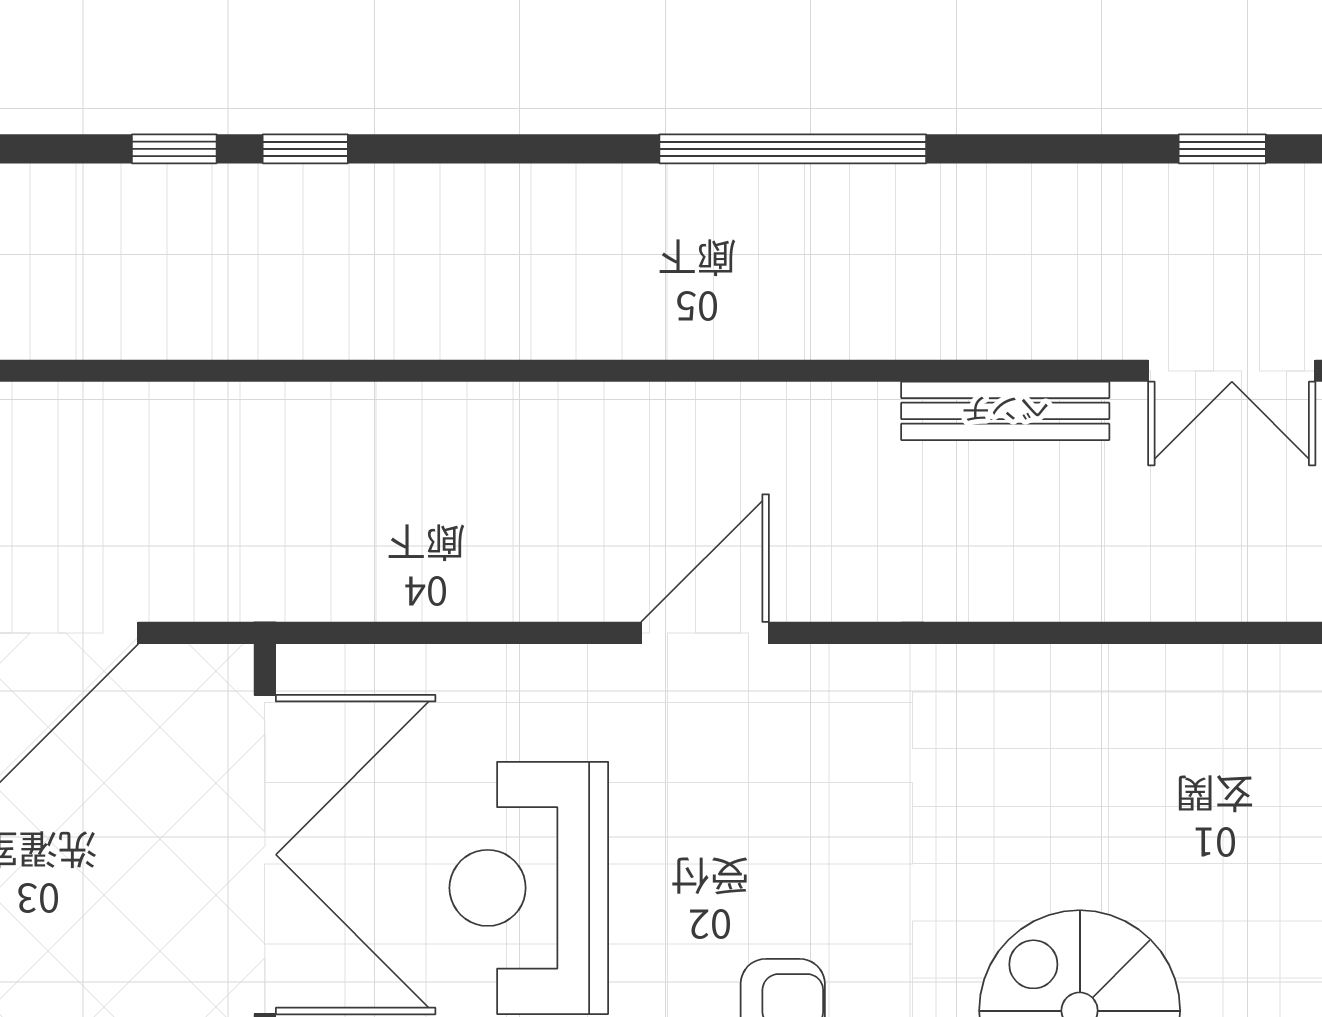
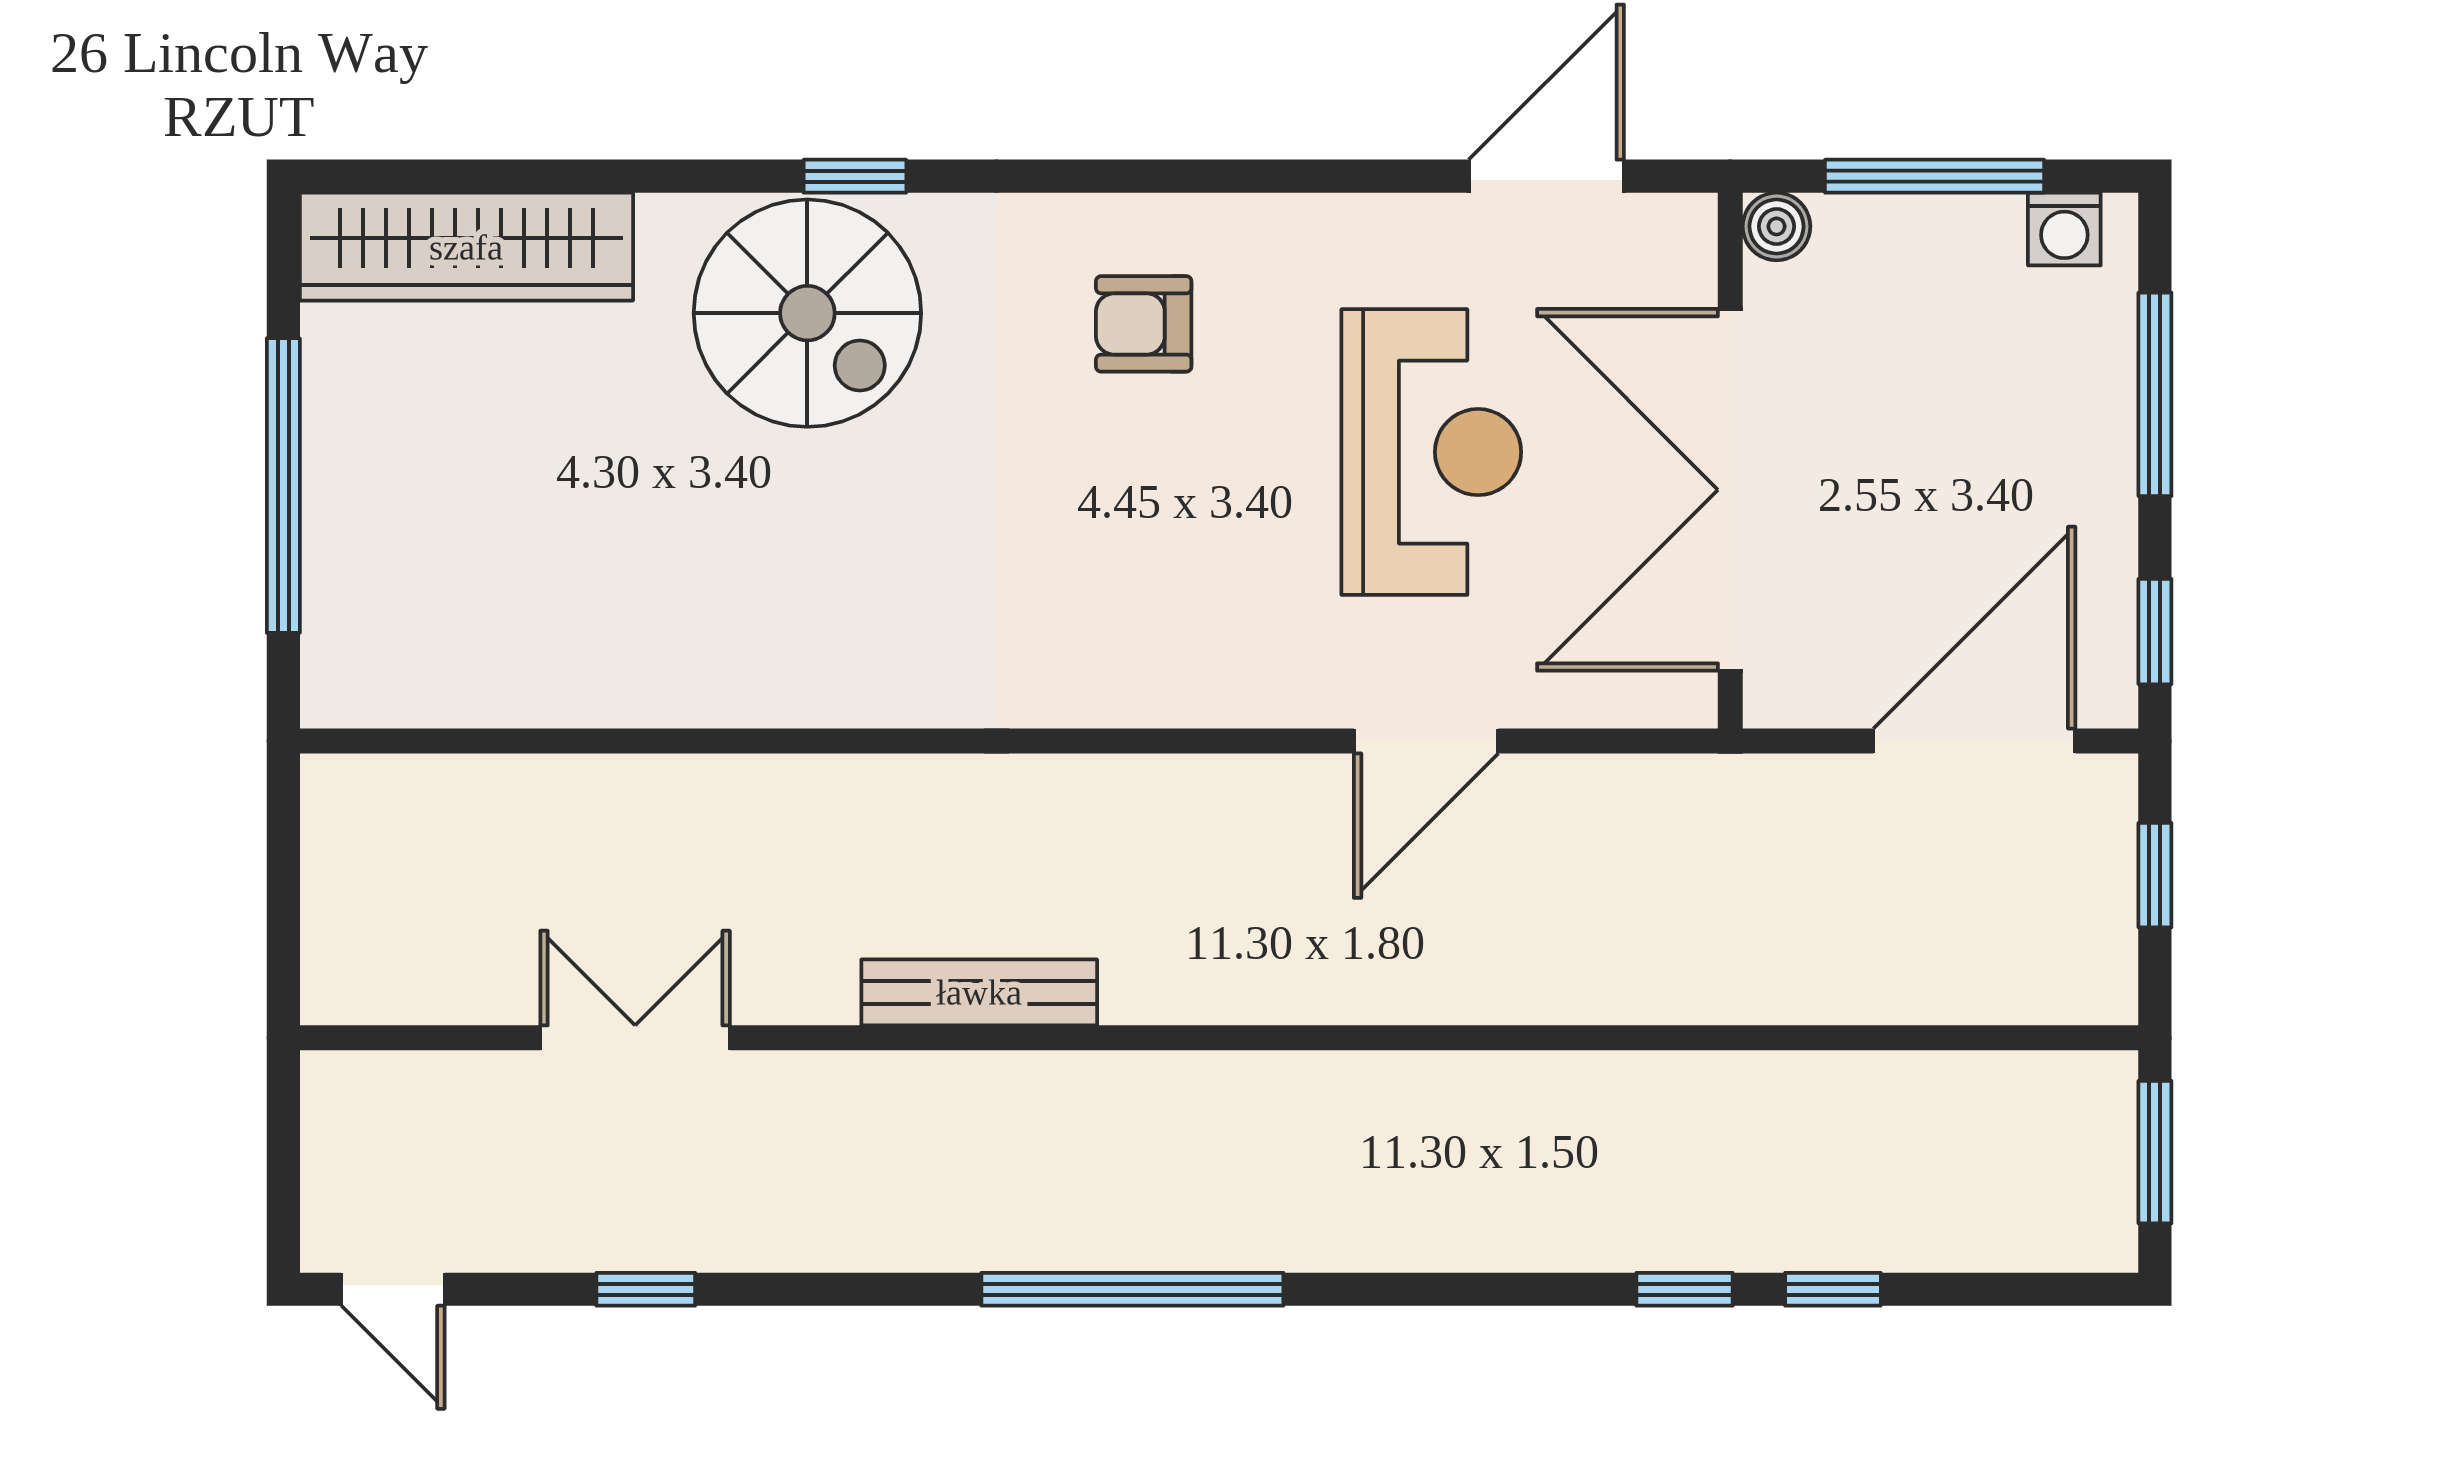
bench: (1005, 411) -> (979, 992), moved
door: (705, 633) -> (1426, 741), moved

